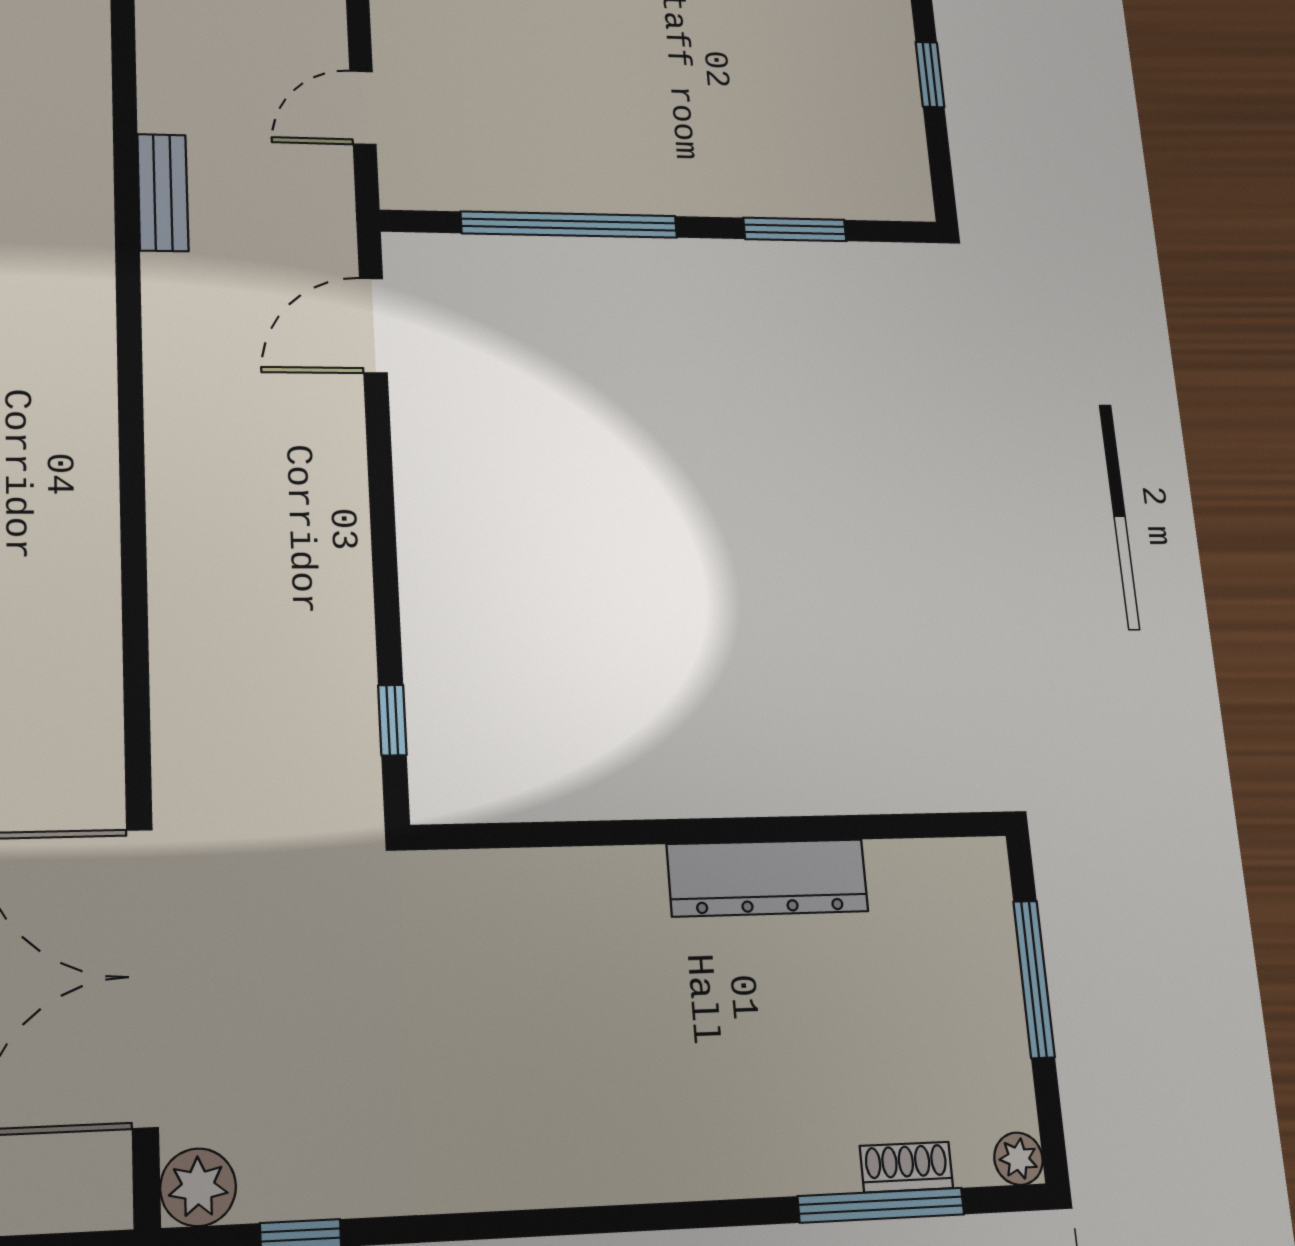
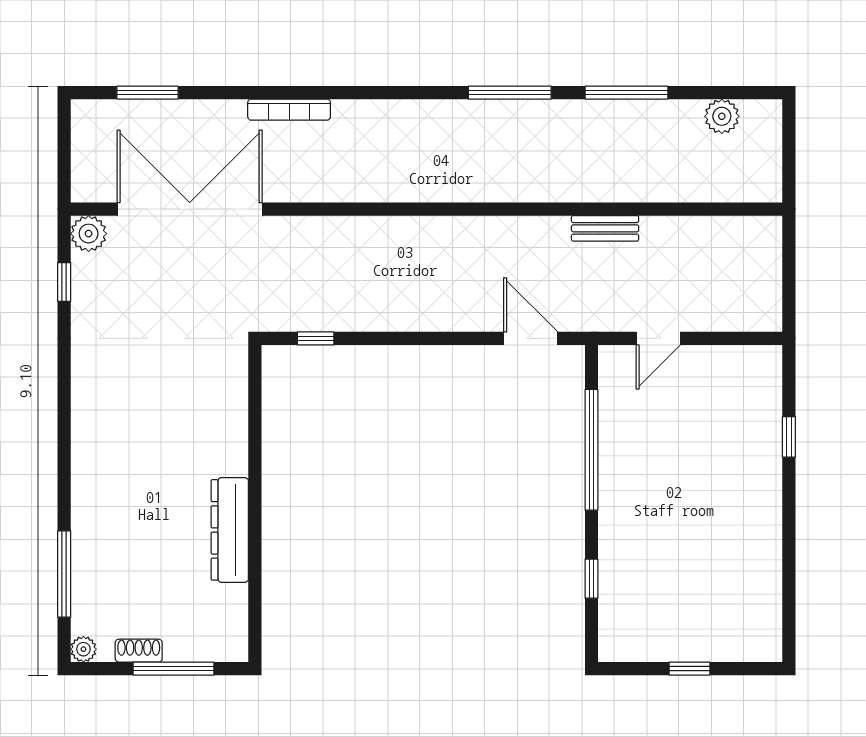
door: (363, 108) -> (658, 338), swing flipped
window: (795, 229) -> (591, 579), width x0.67
shoe rack: (906, 1167) -> (139, 651), moved, turned -90

